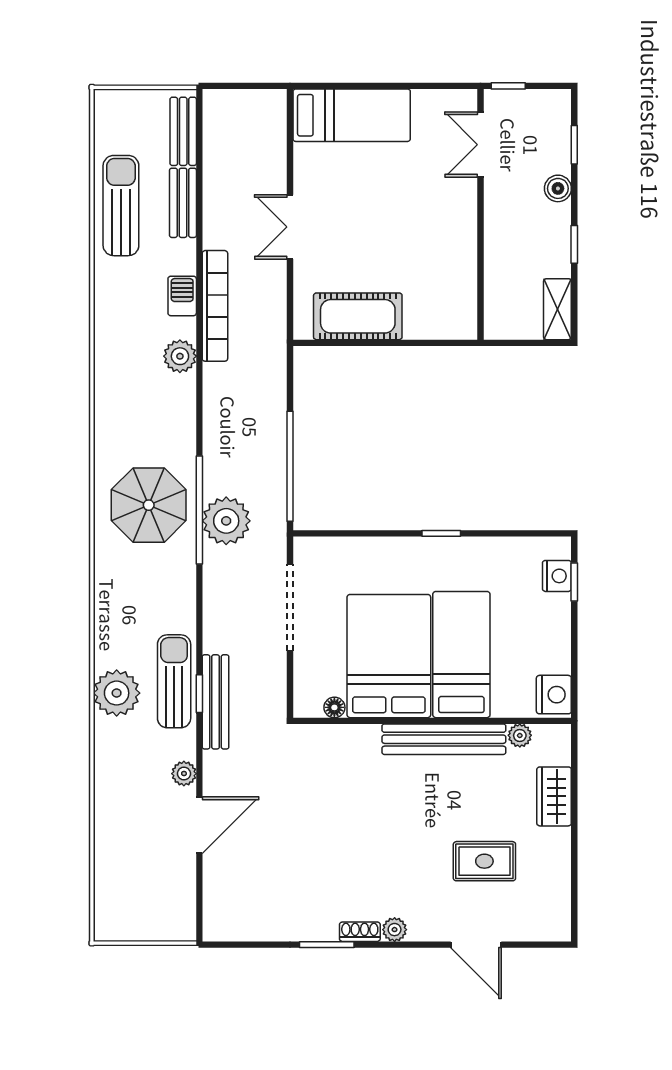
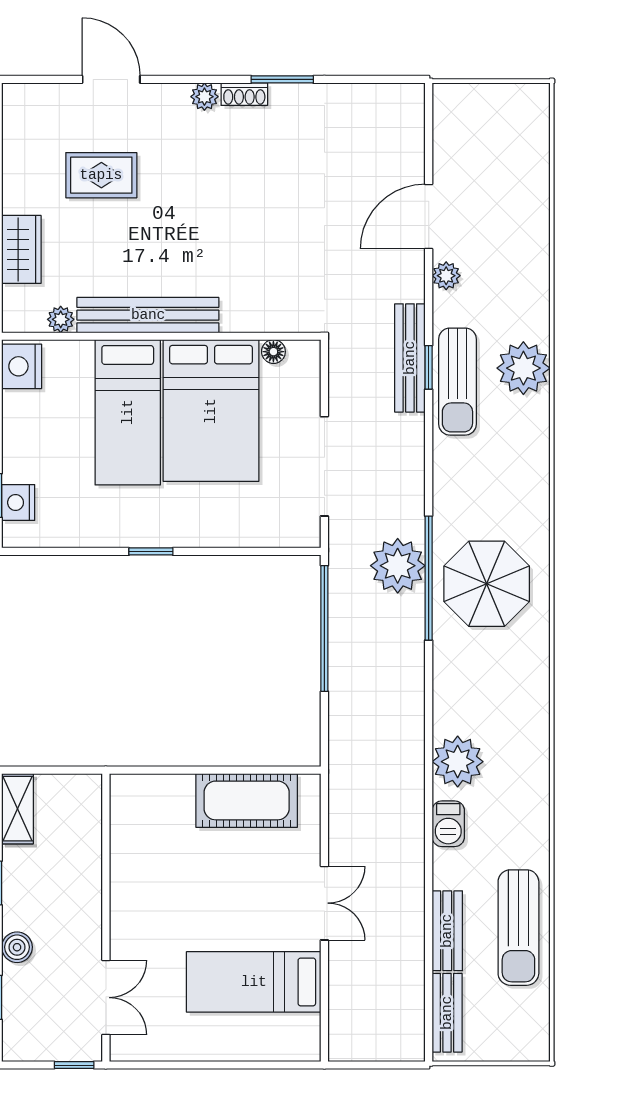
bed: (352, 115) -> (254, 982), moved
bookcase: (215, 306) -> (411, 812), removed
plant: (180, 356) -> (458, 762), width x1.36, depth x1.36

